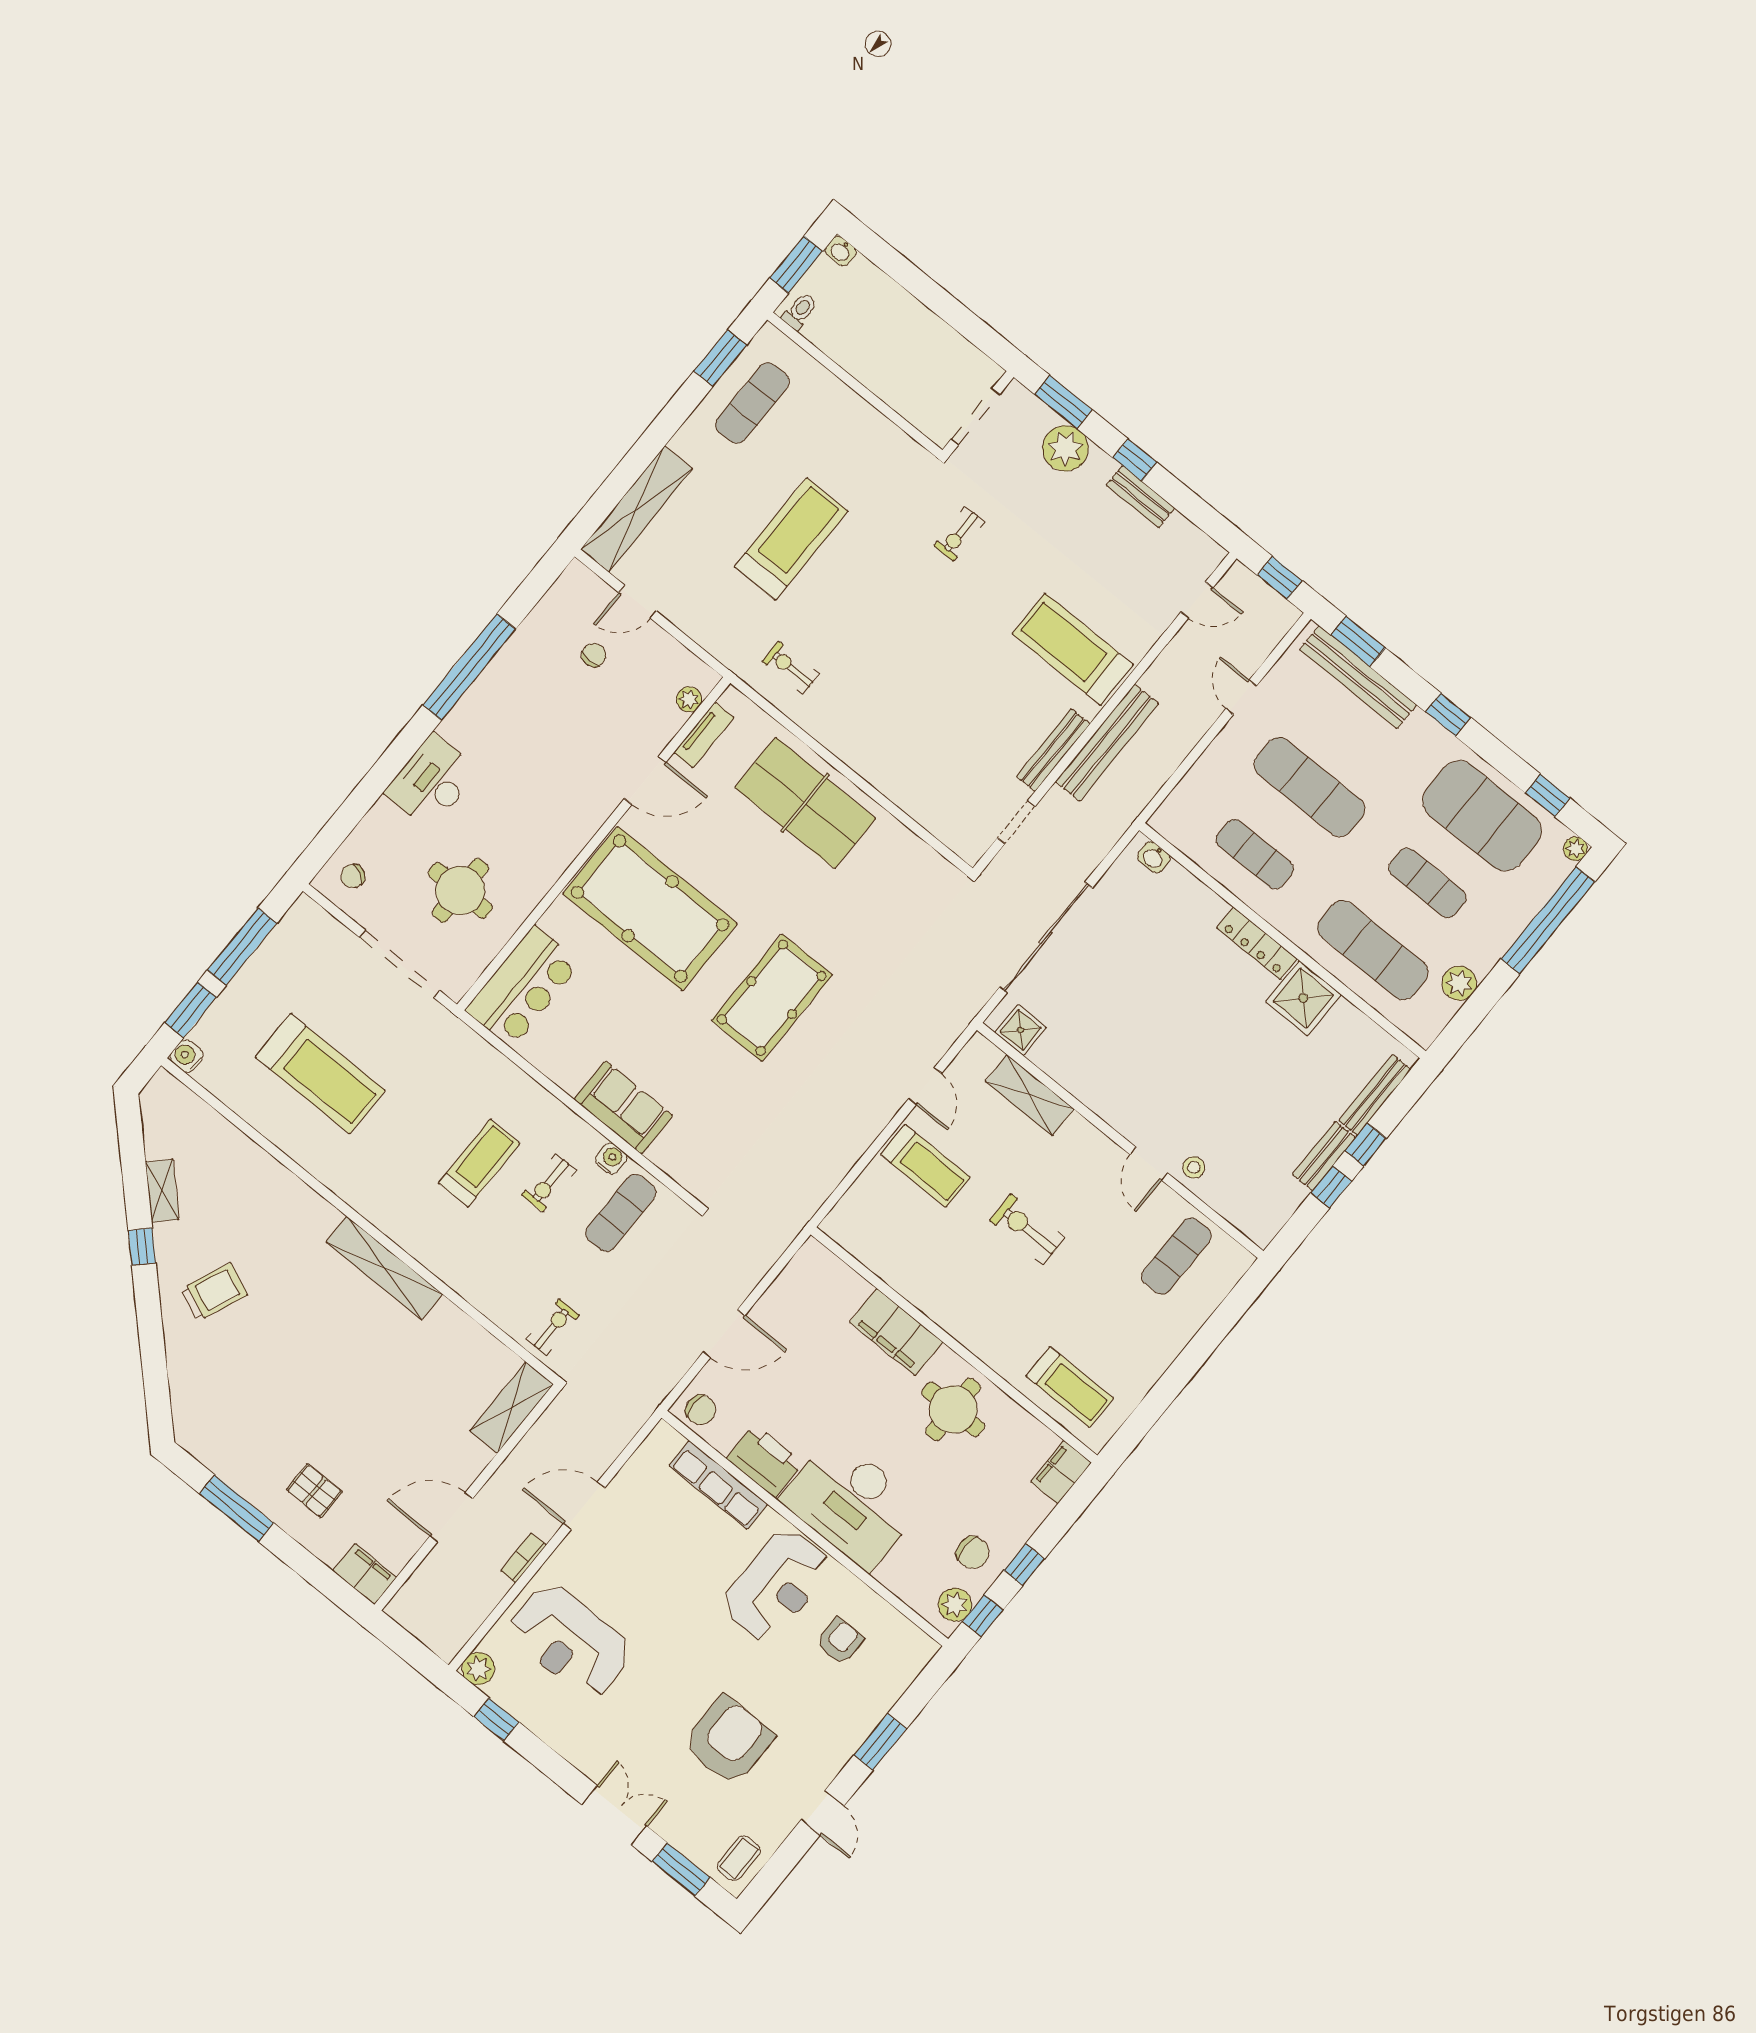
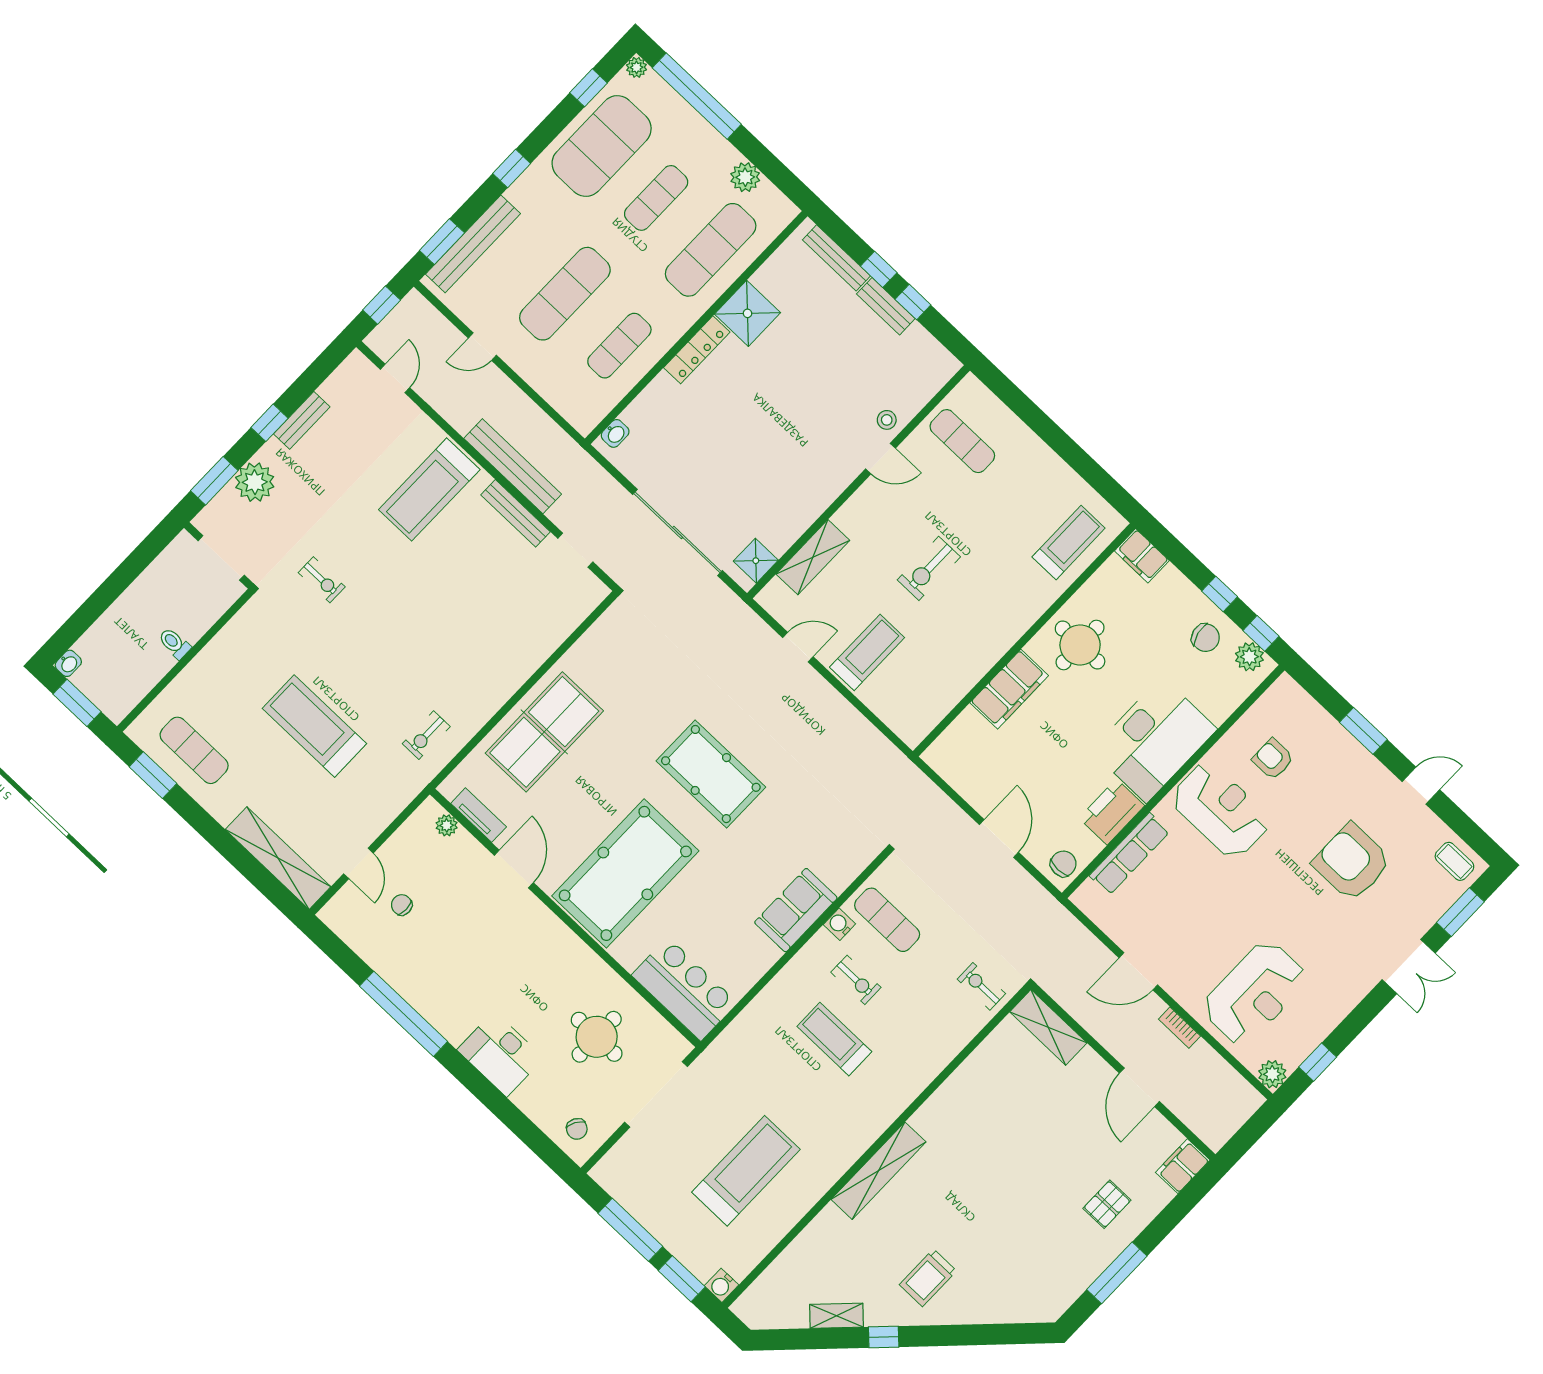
toilet: (800, 311) -> (174, 643), moved
shelving: (384, 1268) -> (878, 1171), moved
trolley: (214, 1292) -> (928, 1278), turned -113
door: (584, 1506) -> (1138, 971), hinge flipped
chair: (973, 1553) -> (1206, 638), turned 77
double door: (614, 1815) -> (1409, 966), swing flipped

